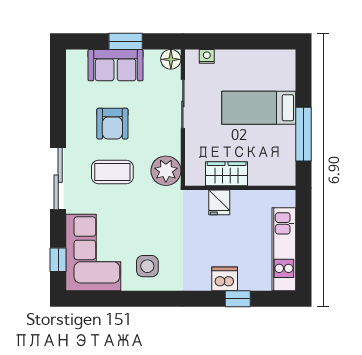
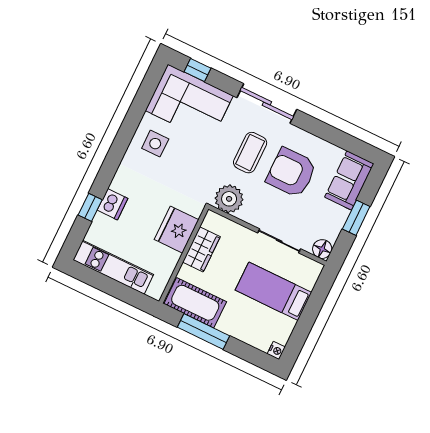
nightstand: (207, 56) -> (276, 350), moved
sofa: (116, 65) -> (349, 180), moved
bed: (259, 108) -> (273, 291), moved, turned -90
armchair: (112, 124) -> (291, 173), width x1.36, depth x1.36
cot: (280, 155) -> (195, 303), added
fridge: (219, 202) -> (176, 230), width x1.88, depth x1.34

